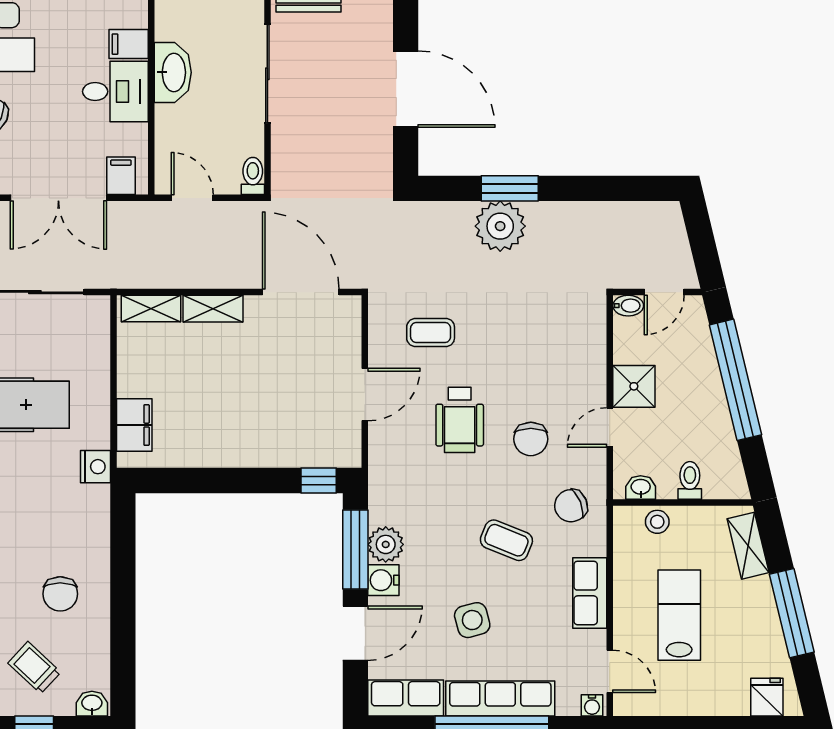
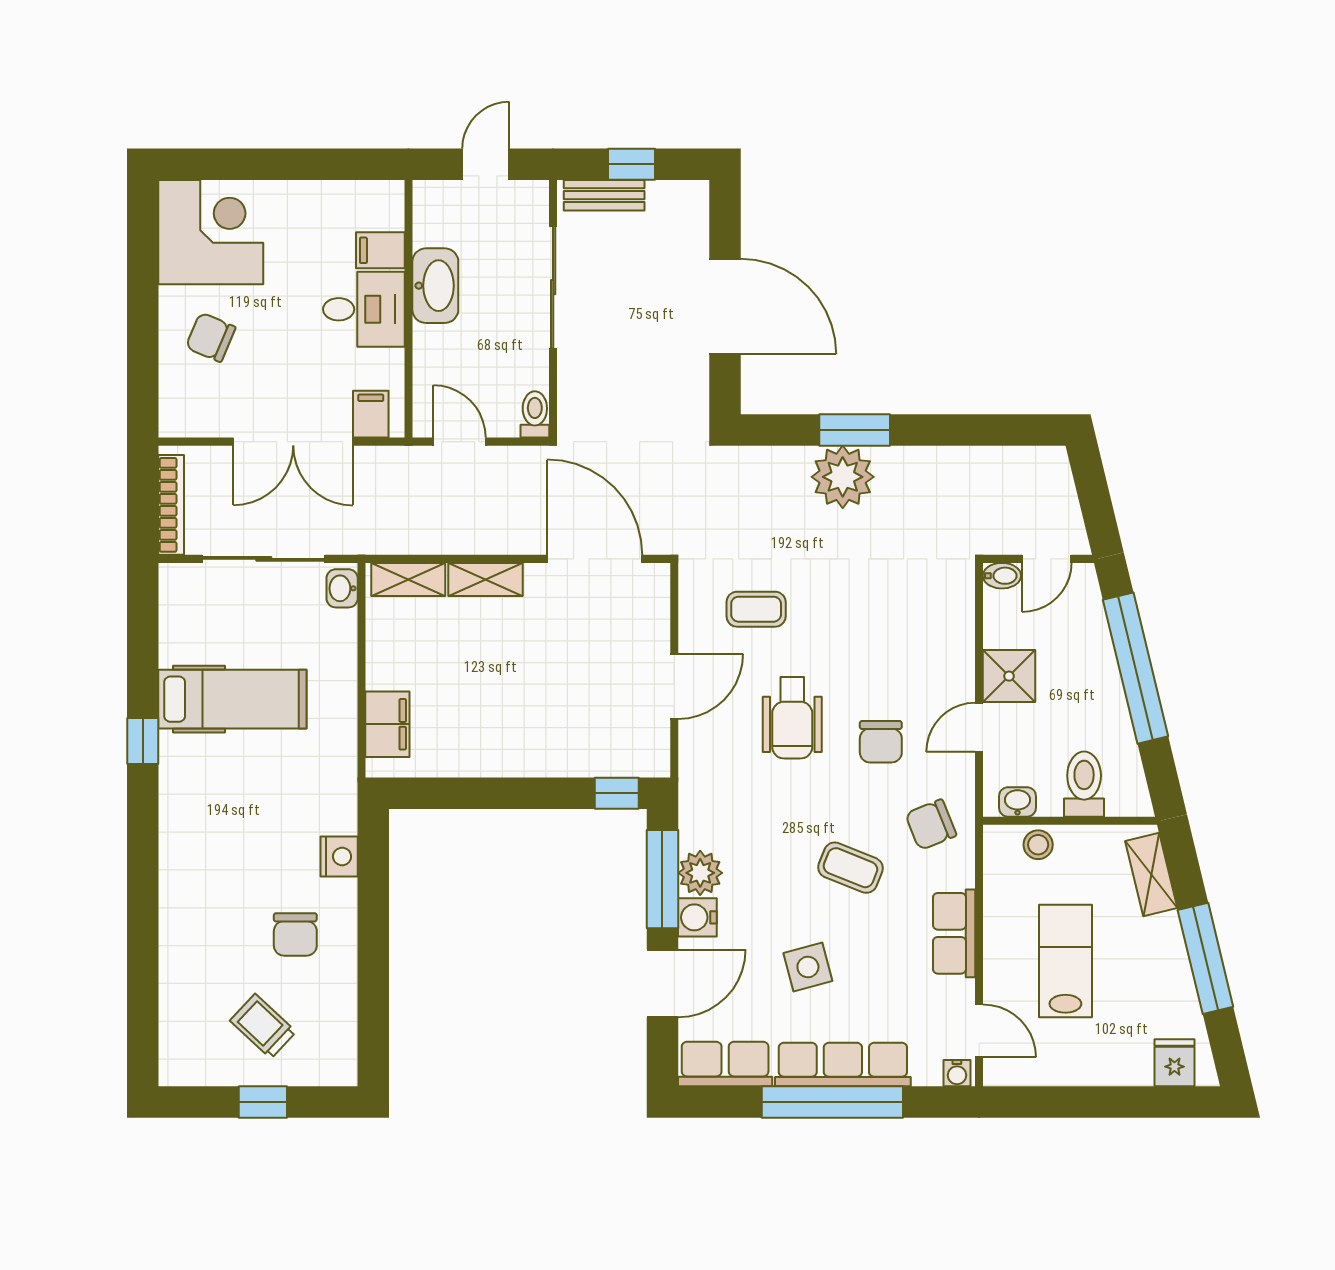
nightstand: (95, 467) -> (339, 856), moved
toilet: (690, 480) -> (1084, 784), width x1.37, depth x1.39
washbasin: (92, 704) -> (342, 588), moved, turned -90

